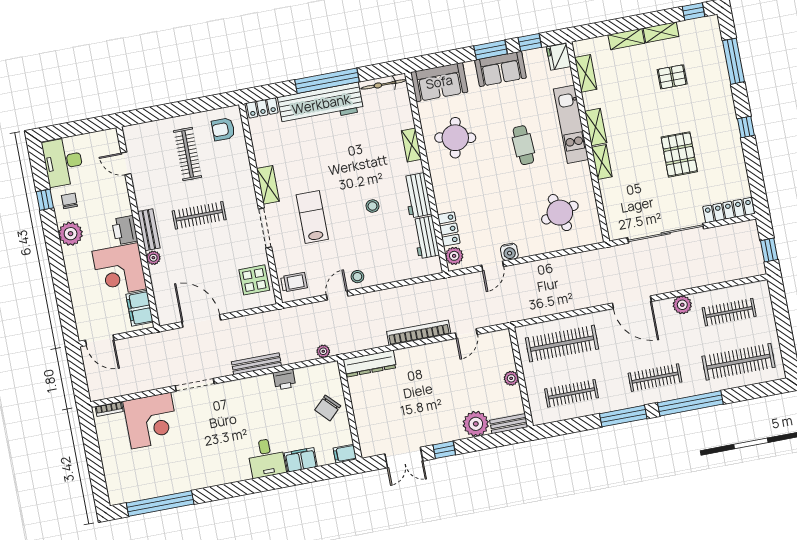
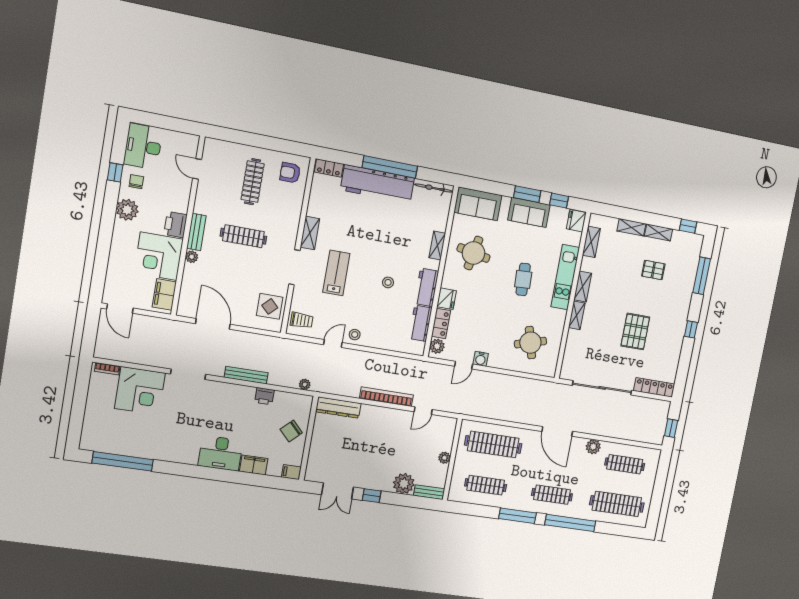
fridge: (444, 199) -> (446, 299), added
desk: (266, 458) -> (221, 453), width x1.37

